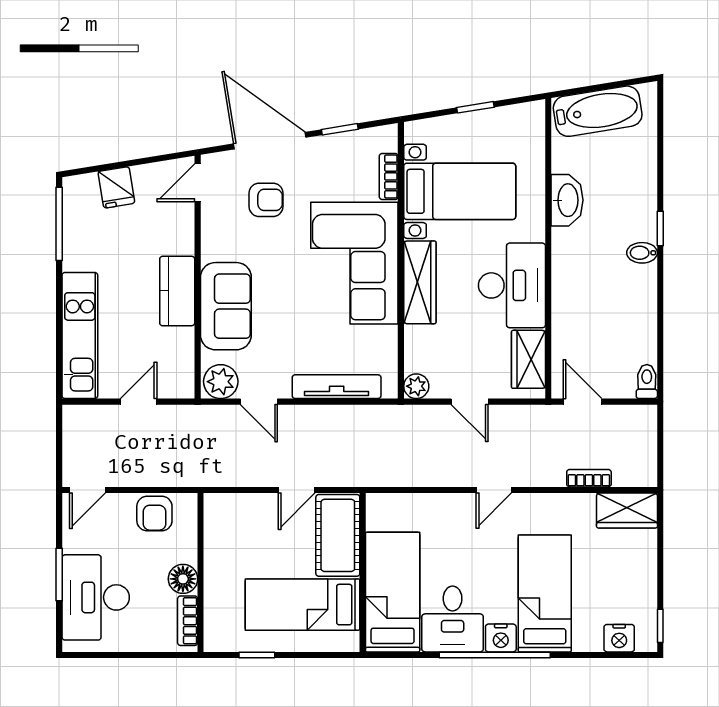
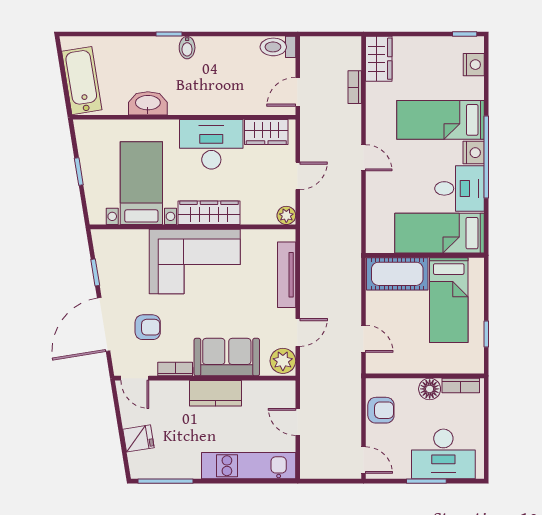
bookcase: (389, 176) -> (175, 369), moved, turned 180
armchair: (266, 200) -> (148, 327), turned 90
toilet: (647, 381) -> (278, 47), width x1.37, depth x1.39
door: (297, 490) -> (363, 339), moved

